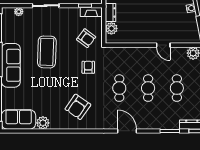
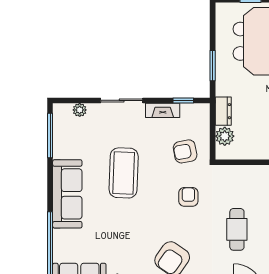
fireplace: (91, 12) -> (163, 110), moved
armchair: (86, 38) -> (185, 151), turned 132

